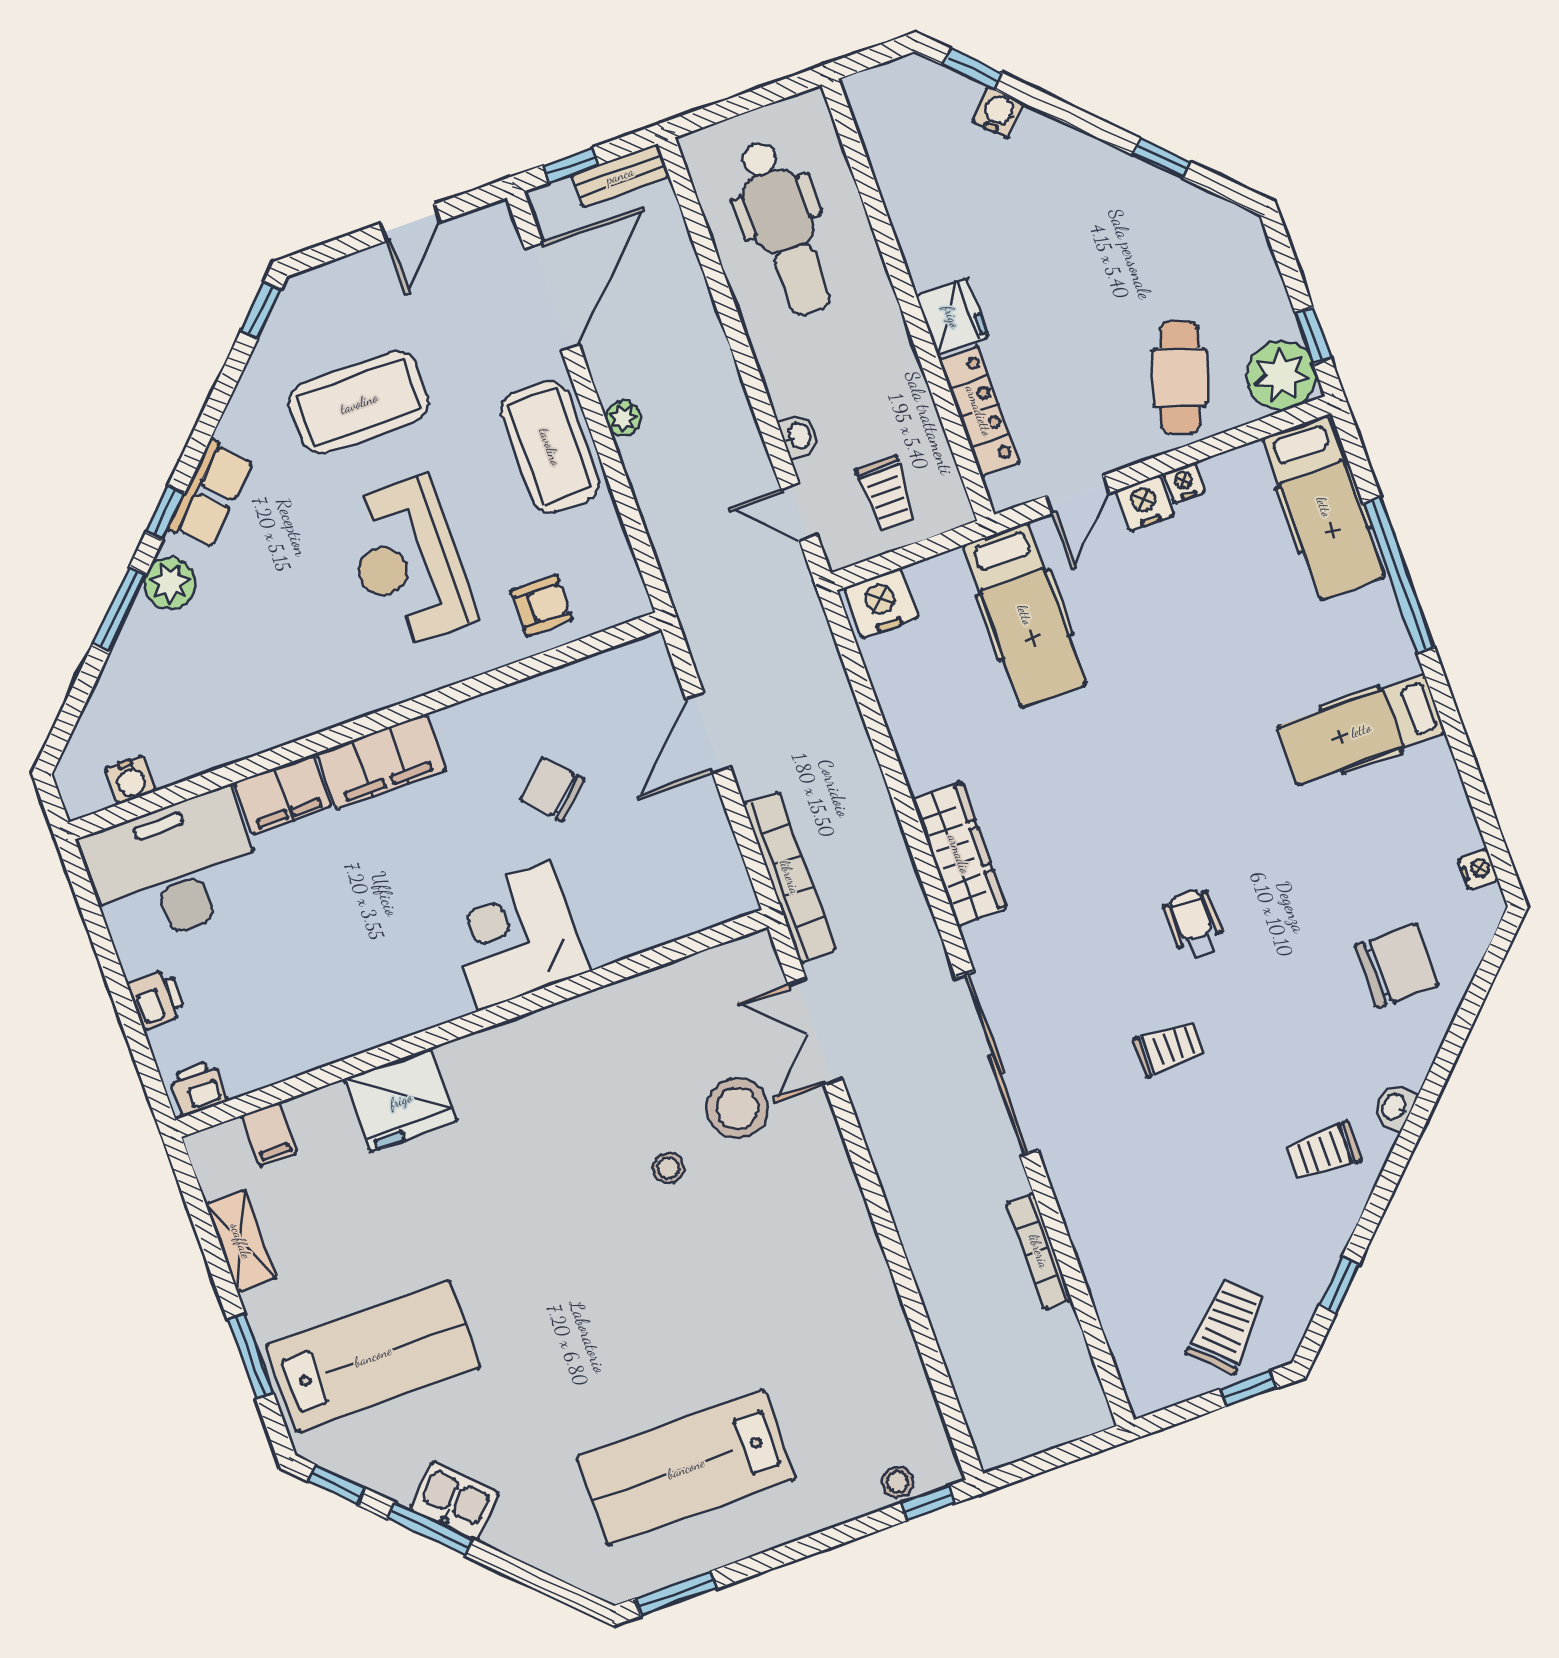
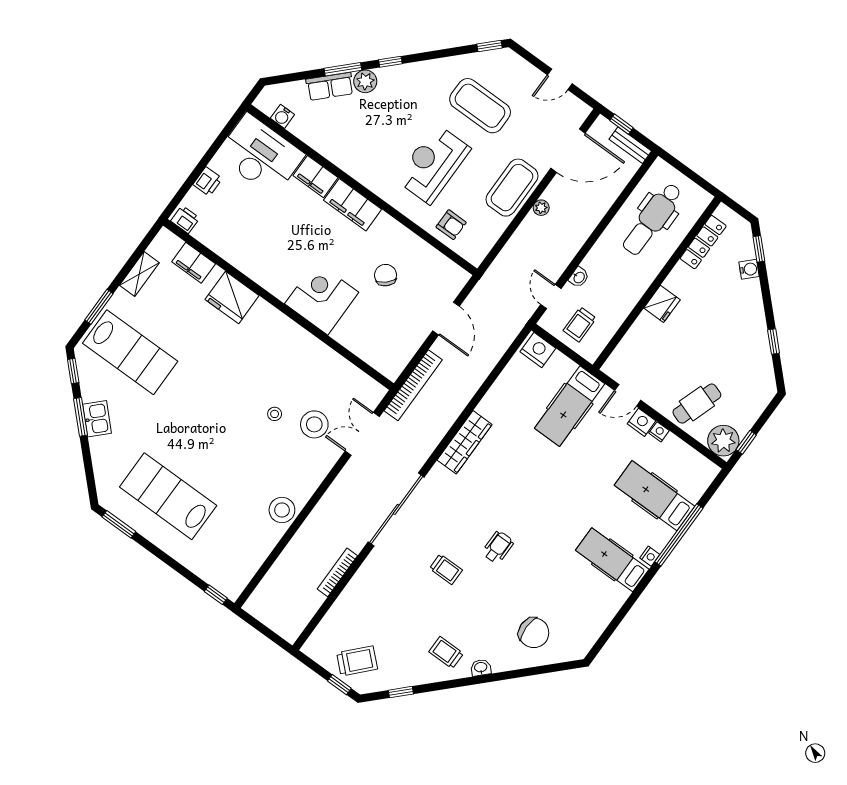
locker: (979, 411) -> (703, 242), moved
row of seats: (211, 494) -> (330, 86), moved
hospital bed: (1324, 507) -> (655, 496), moved, turned 90
door: (708, 732) -> (446, 318), swing flipped
nightstand: (1478, 869) -> (650, 556), moved
filing cabinet: (269, 1134) -> (194, 263), width x2.00
stool: (897, 1482) -> (282, 510), moved, width x1.89, depth x1.89

